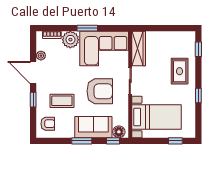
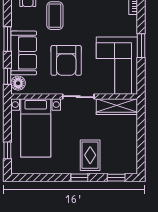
plant: (70, 40) -> (128, 26), removed
rug: (180, 71) -> (90, 155), turned 90
window: (198, 95) -> (79, 178), moved

